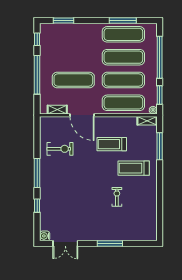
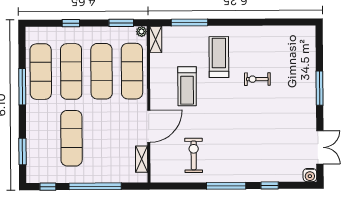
window: (123, 20) -> (22, 87), moved
window: (160, 57) -> (71, 23), width x0.32
exercise mat: (73, 80) -> (71, 138), moved
treadmill: (134, 168) -> (219, 57), turned 180

